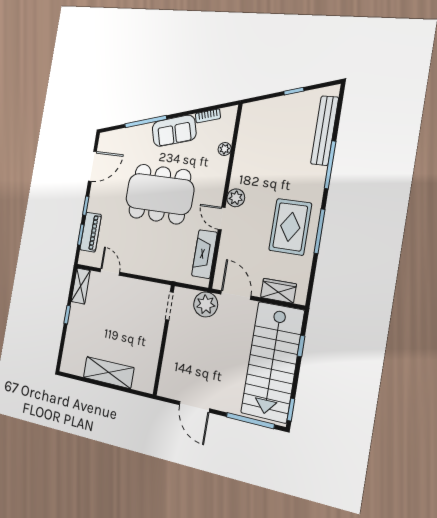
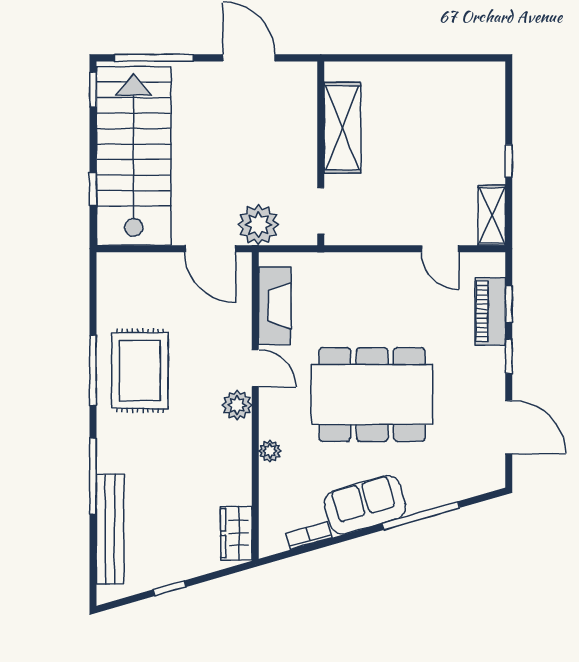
plant: (225, 149) -> (270, 451), moved
door: (92, 166) -> (509, 427), swing flipped
wardrobe: (278, 291) -> (236, 533), moved, turned 90
shelving: (109, 373) -> (342, 128), moved, turned 90

